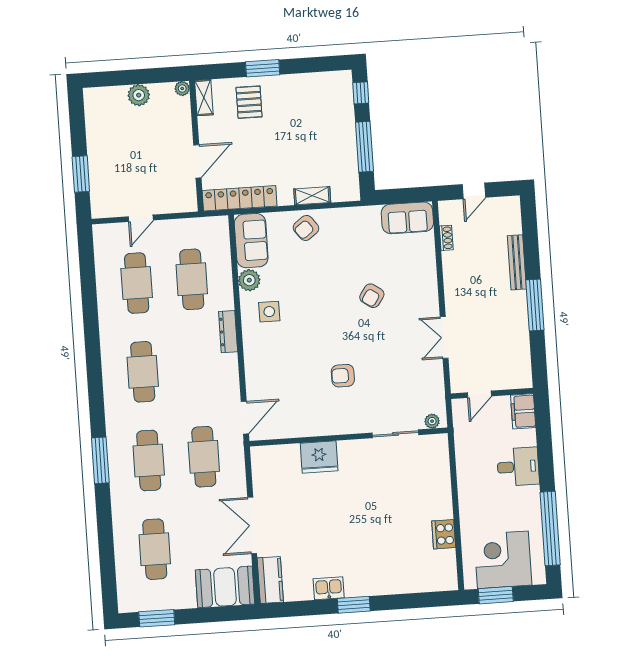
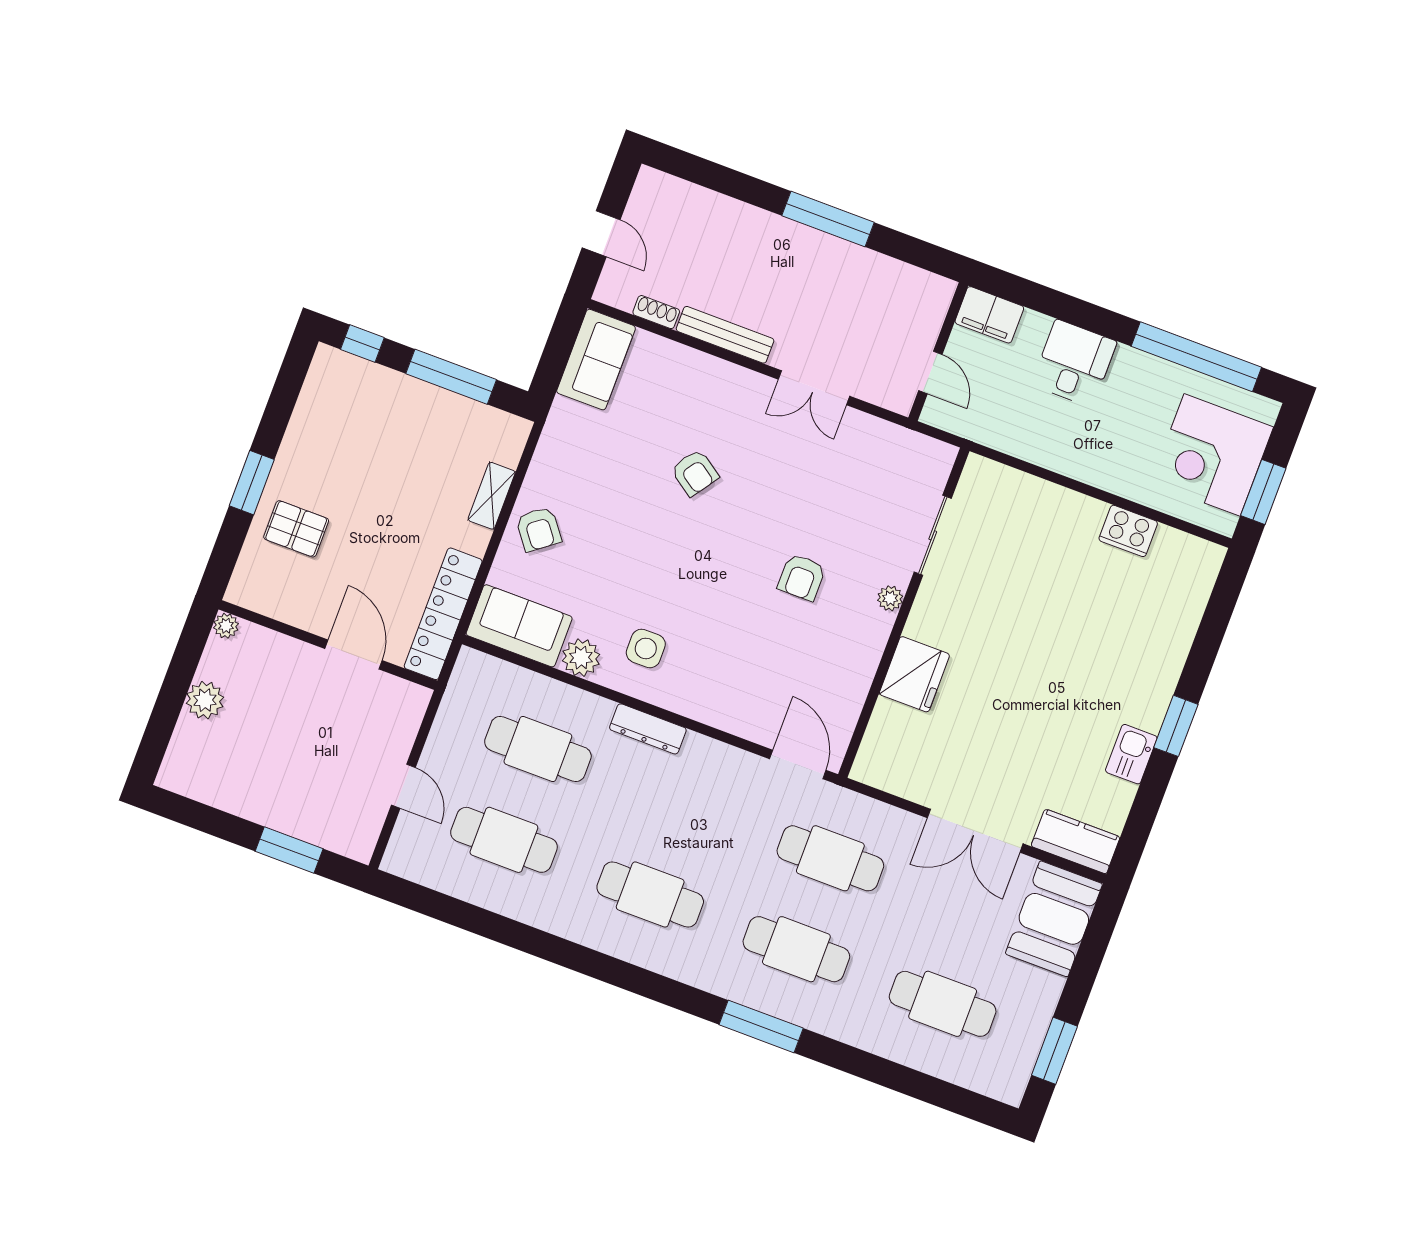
shelving: (204, 98) -> (256, 598), removed
bench: (517, 262) -> (725, 335), moved
plant: (432, 421) -> (890, 598), moved

